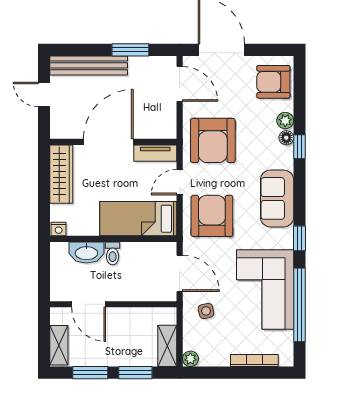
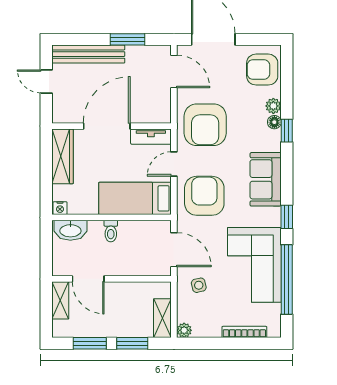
washbasin: (86, 253) -> (70, 230), moved
shelving: (59, 345) -> (60, 300), moved

